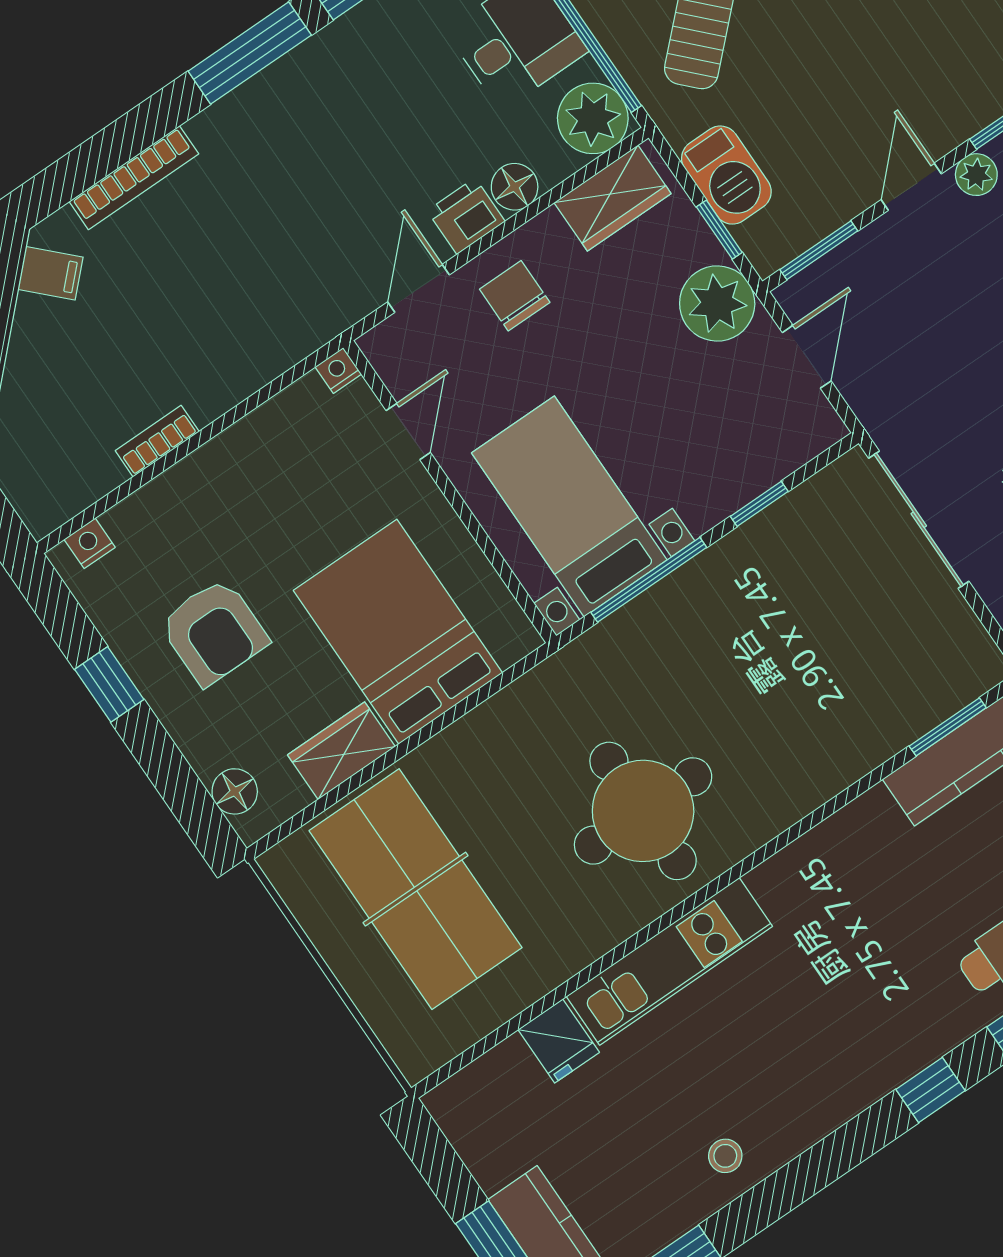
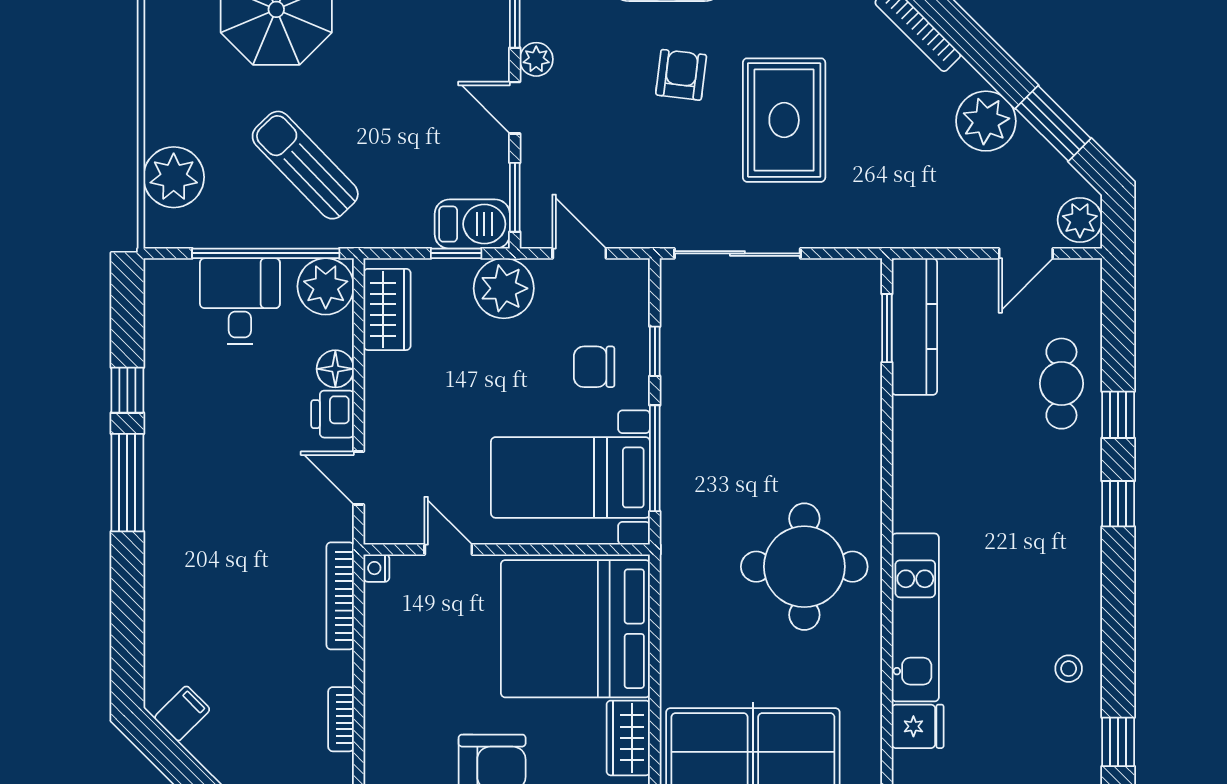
barbecue: (726, 175) -> (472, 224), moved
bookcase: (134, 178) -> (340, 596), moved, turned 180
chair: (515, 296) -> (594, 367), moved
bed: (398, 632) -> (575, 629), width x1.36

